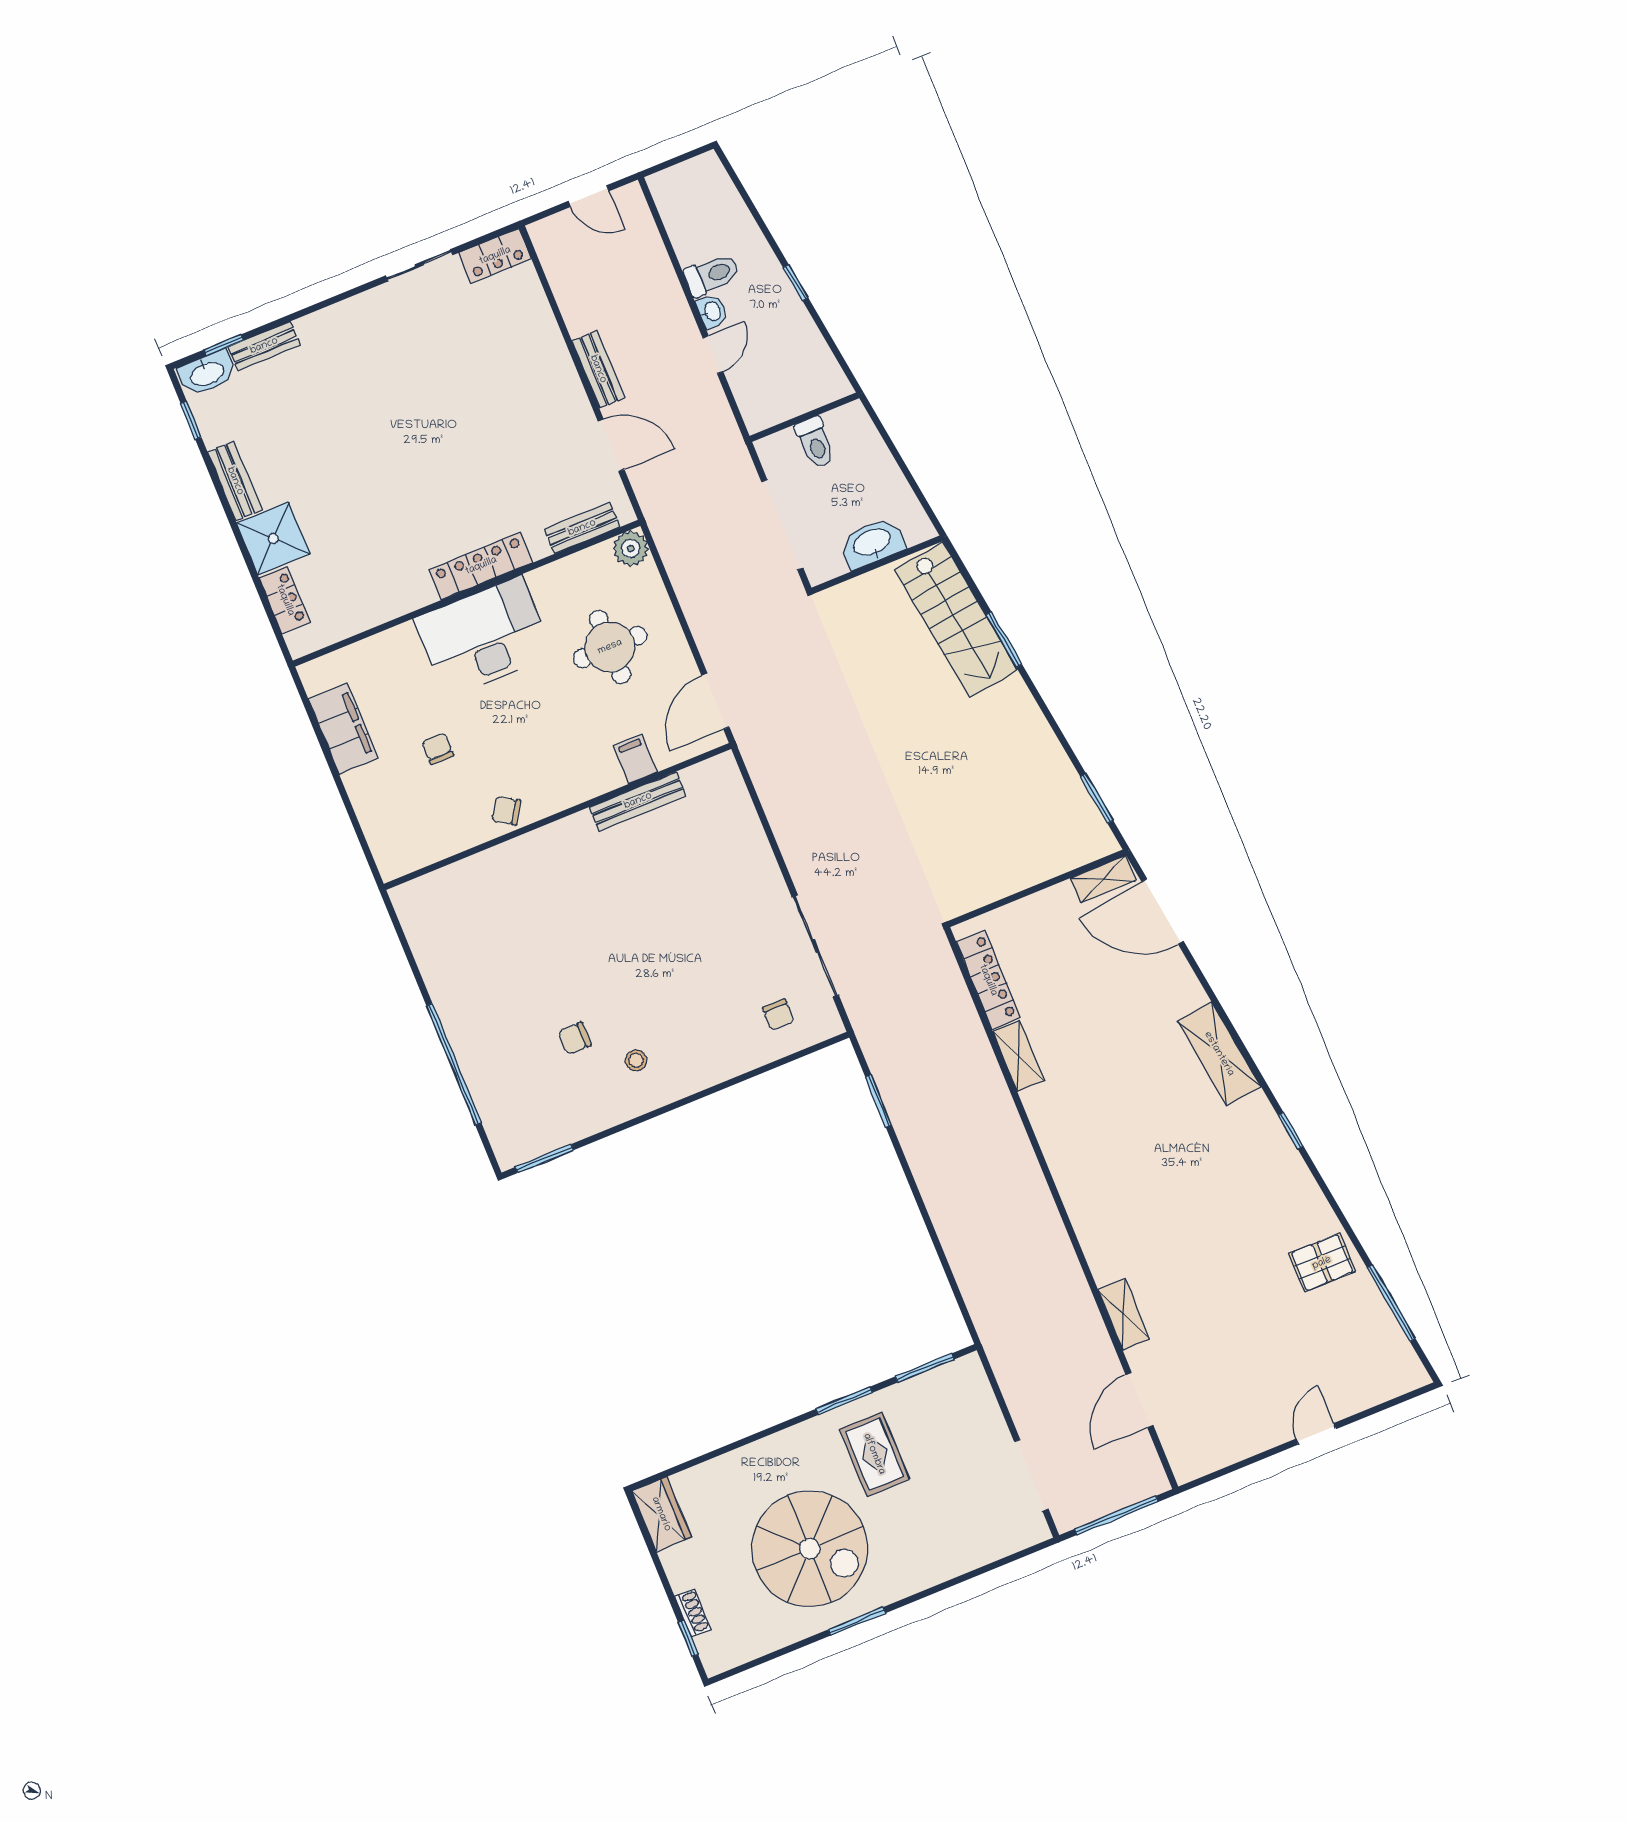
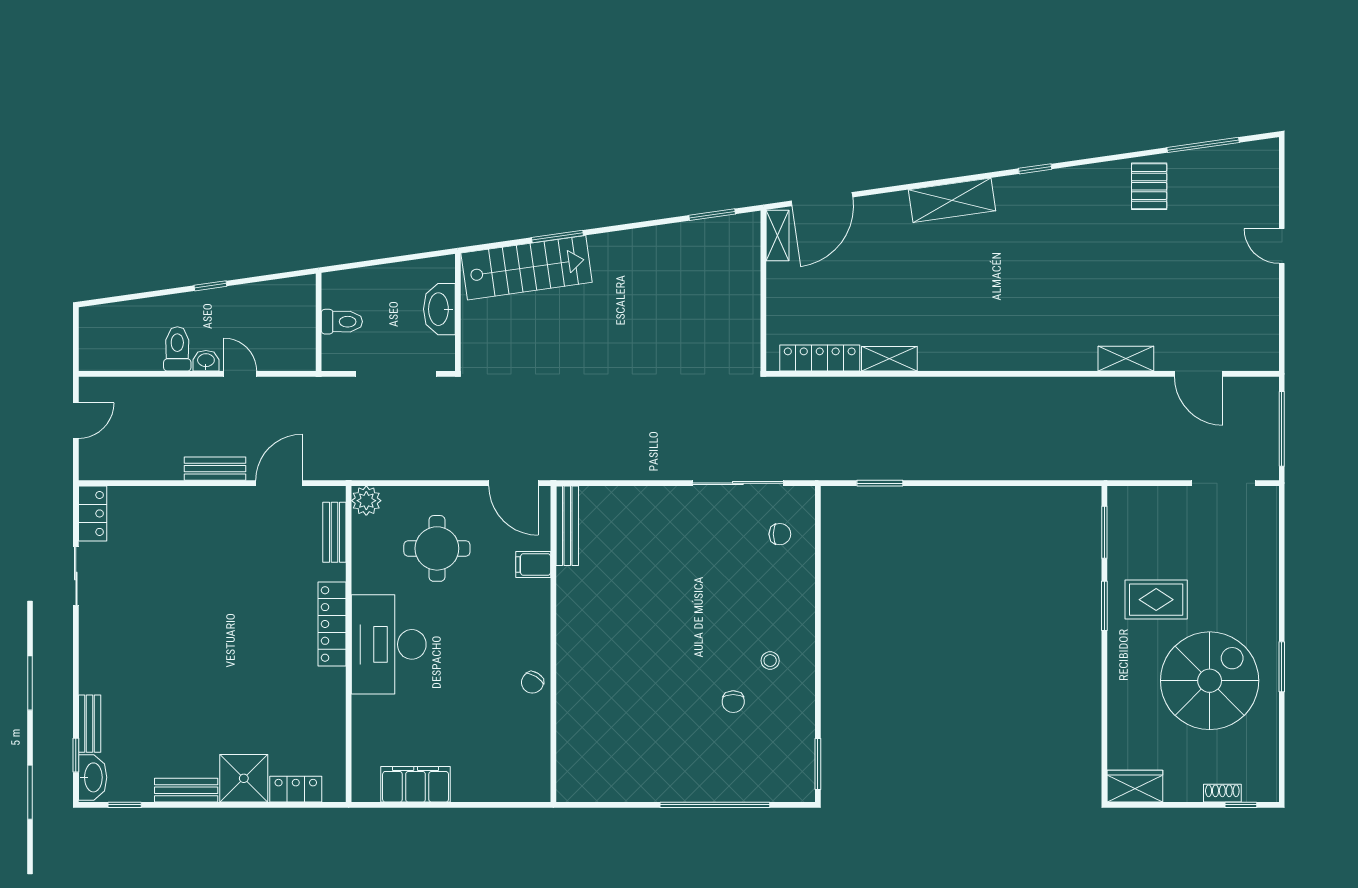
chair: (438, 749) -> (462, 716), removed
bench: (638, 801) -> (567, 526), moved

